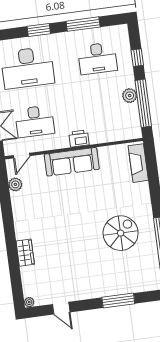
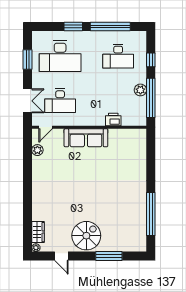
window: (83, 24) -> (110, 27), width x1.46
printer: (79, 139) -> (113, 120), moved
fireplace: (138, 163) -> (140, 146), removed
spiral stairs: (121, 233) -> (86, 236), moved
wardrobe: (25, 253) -> (38, 232), moved

